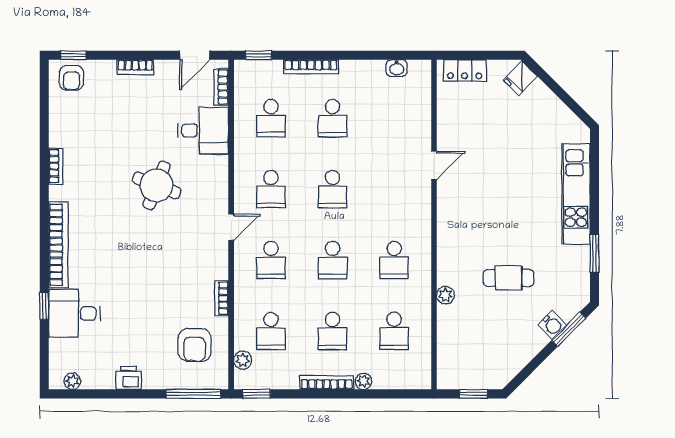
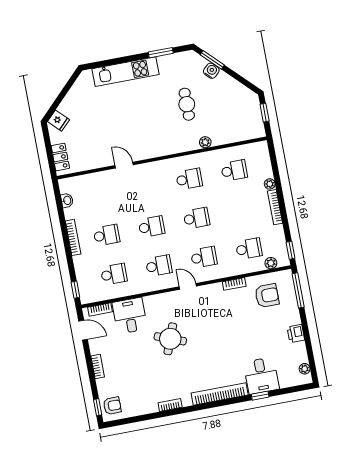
bookcase: (311, 67) -> (73, 237), moved
school desk: (333, 331) -> (241, 210), removed

